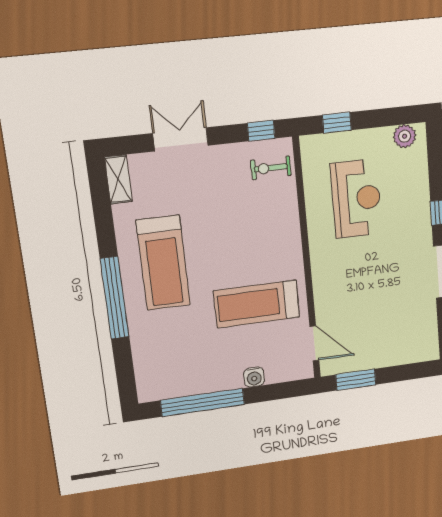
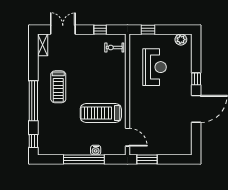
window: (261, 131) -> (100, 30), moved
double door: (181, 139) -> (63, 30), moved
treadmill: (163, 263) -> (58, 87), width x0.73, depth x0.73
window: (126, 378) -> (33, 141), added
window: (203, 402) -> (84, 159), moved

